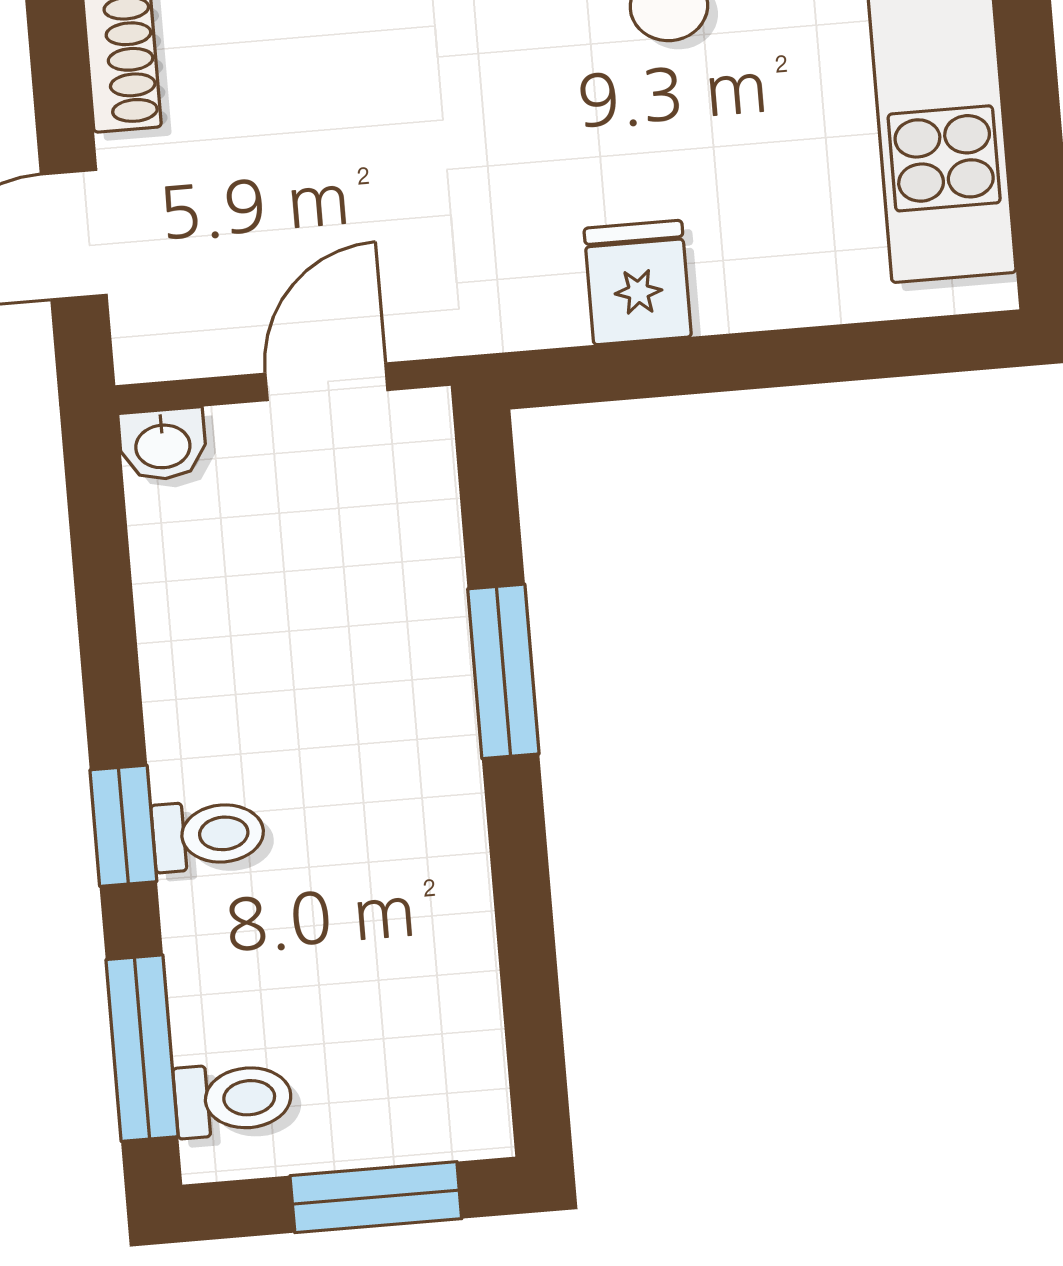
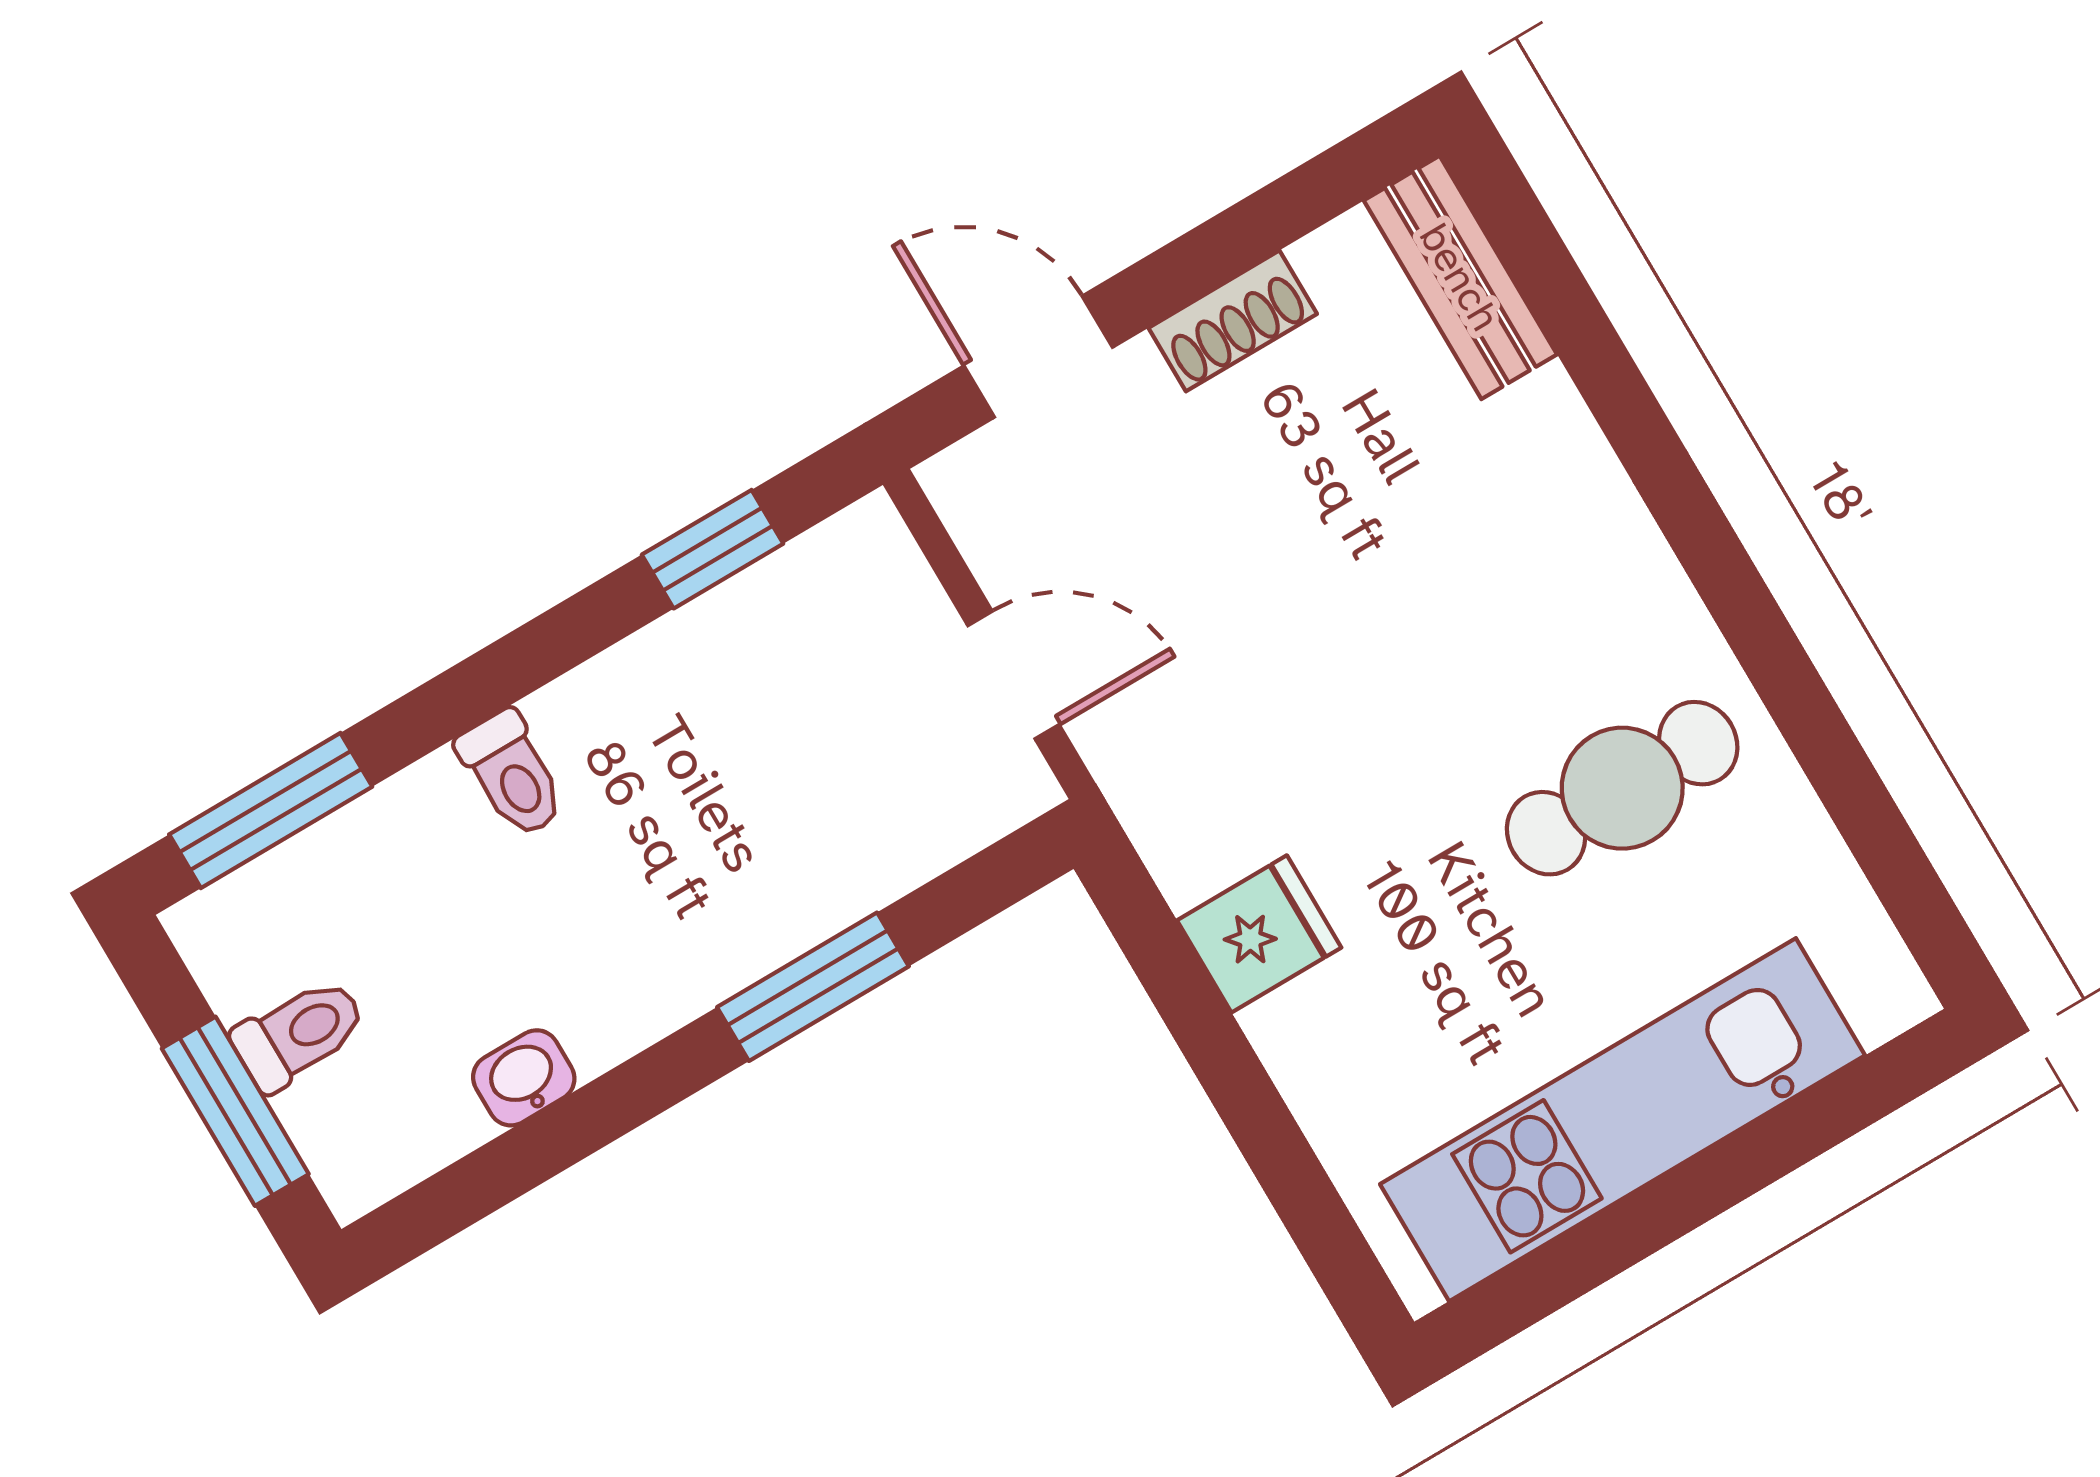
washbasin: (163, 444) -> (524, 1078), moved, turned 90
window: (123, 826) -> (713, 549), moved
toilet: (233, 1099) -> (299, 1034), moved, turned -90

